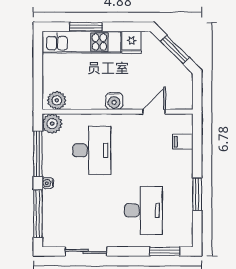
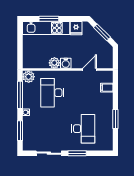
plant: (57, 100) -> (54, 63), moved
desk: (92, 150) -> (52, 93), turned 180
window: (38, 214) -> (20, 131), width x0.69
window: (165, 251) -> (77, 153), moved

